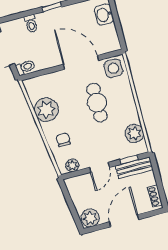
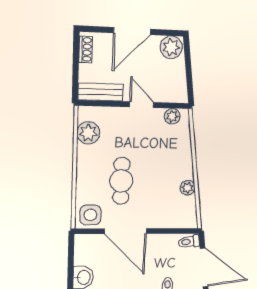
plant: (46, 110) -> (188, 188), width x0.53, depth x0.53
chair: (63, 140) -> (173, 149), removed
window: (129, 160) -> (104, 104), removed
door: (99, 167) -> (142, 105), hinge flipped

